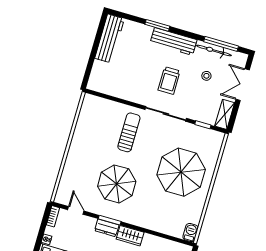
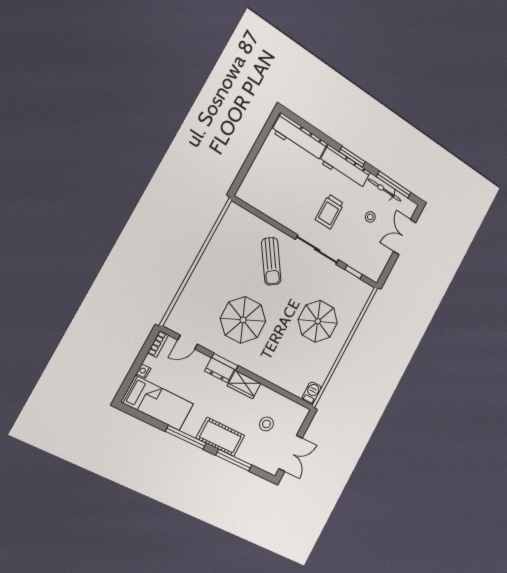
window: (157, 25) -> (352, 157), moved
workbench: (110, 38) -> (300, 138), moved, turned 90
shelving: (225, 114) -> (379, 266), removed
sun lounger: (129, 132) -> (271, 261), turned 145
parasol: (181, 172) -> (318, 321), width x0.73, depth x0.73
door: (76, 210) -> (188, 342), swing flipped

